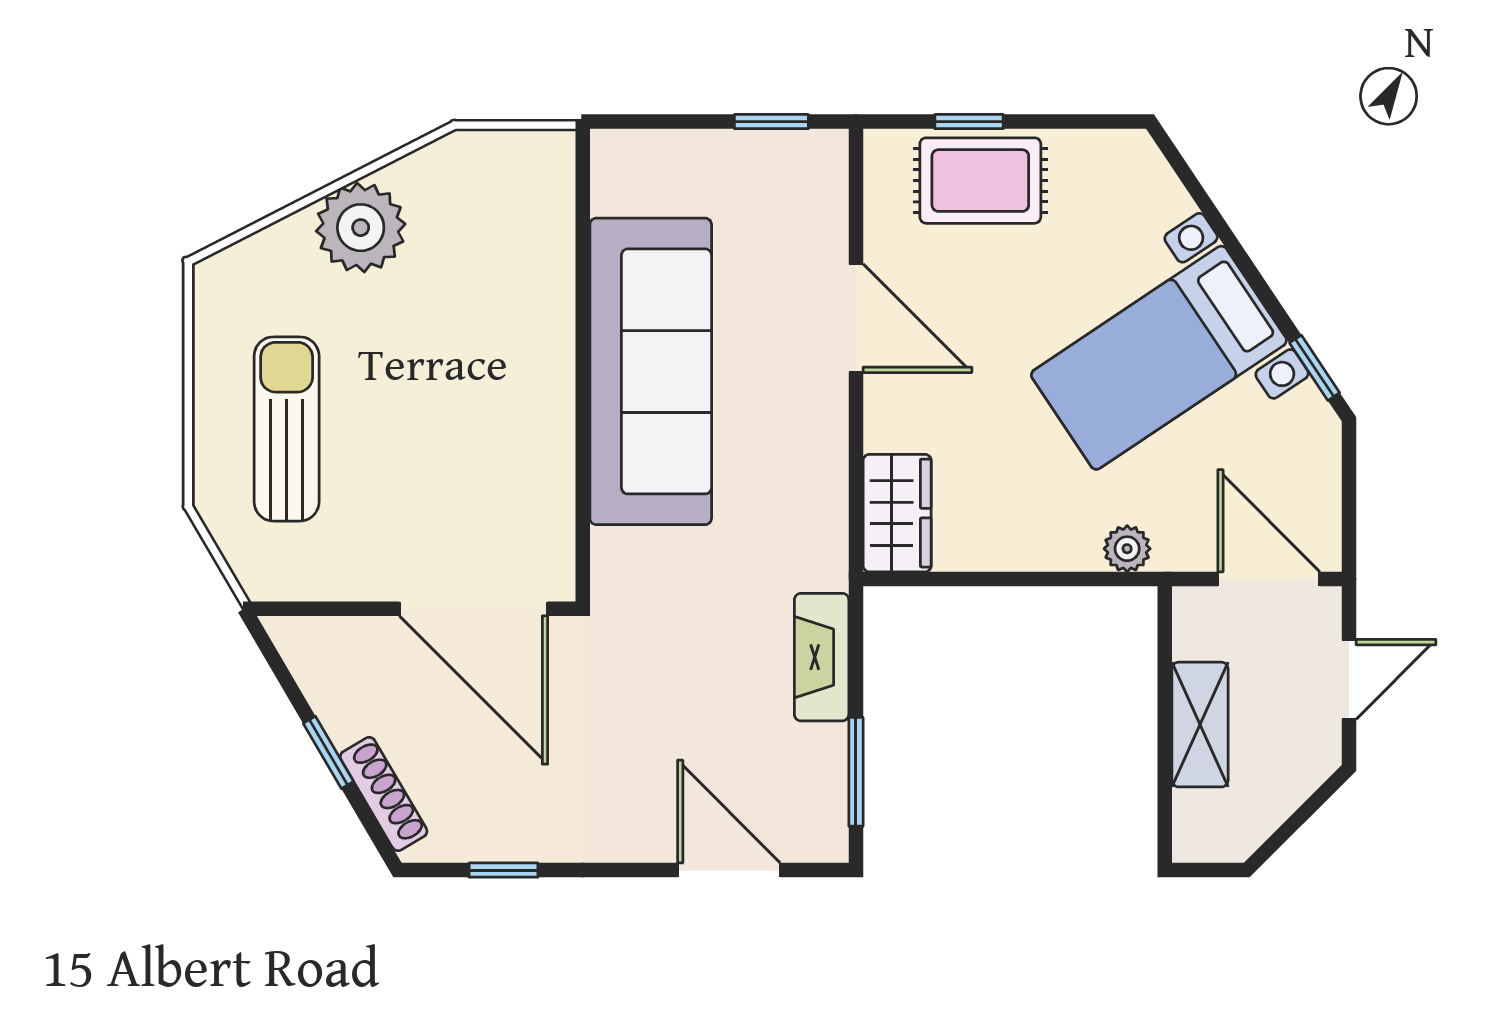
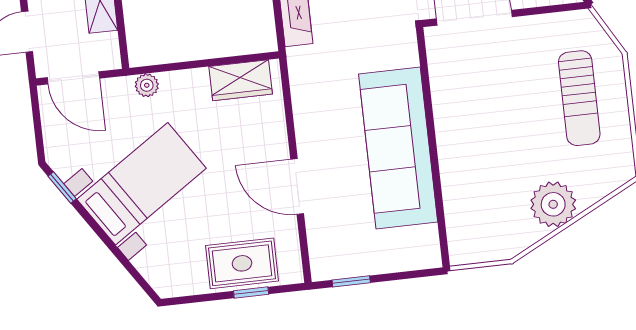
wardrobe: (897, 513) -> (241, 80), moved, turned -90

